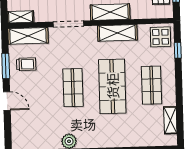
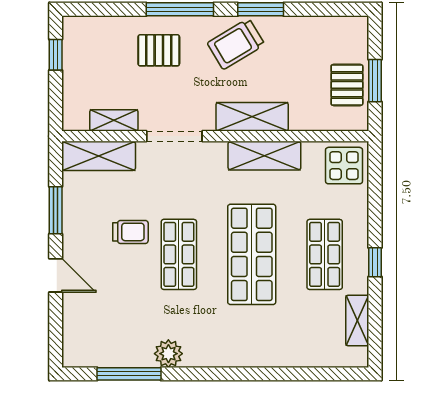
shelving: (21, 17) -> (114, 120), moved
window: (178, 50) -> (375, 262), moved
trolley: (26, 64) -> (130, 232), moved

